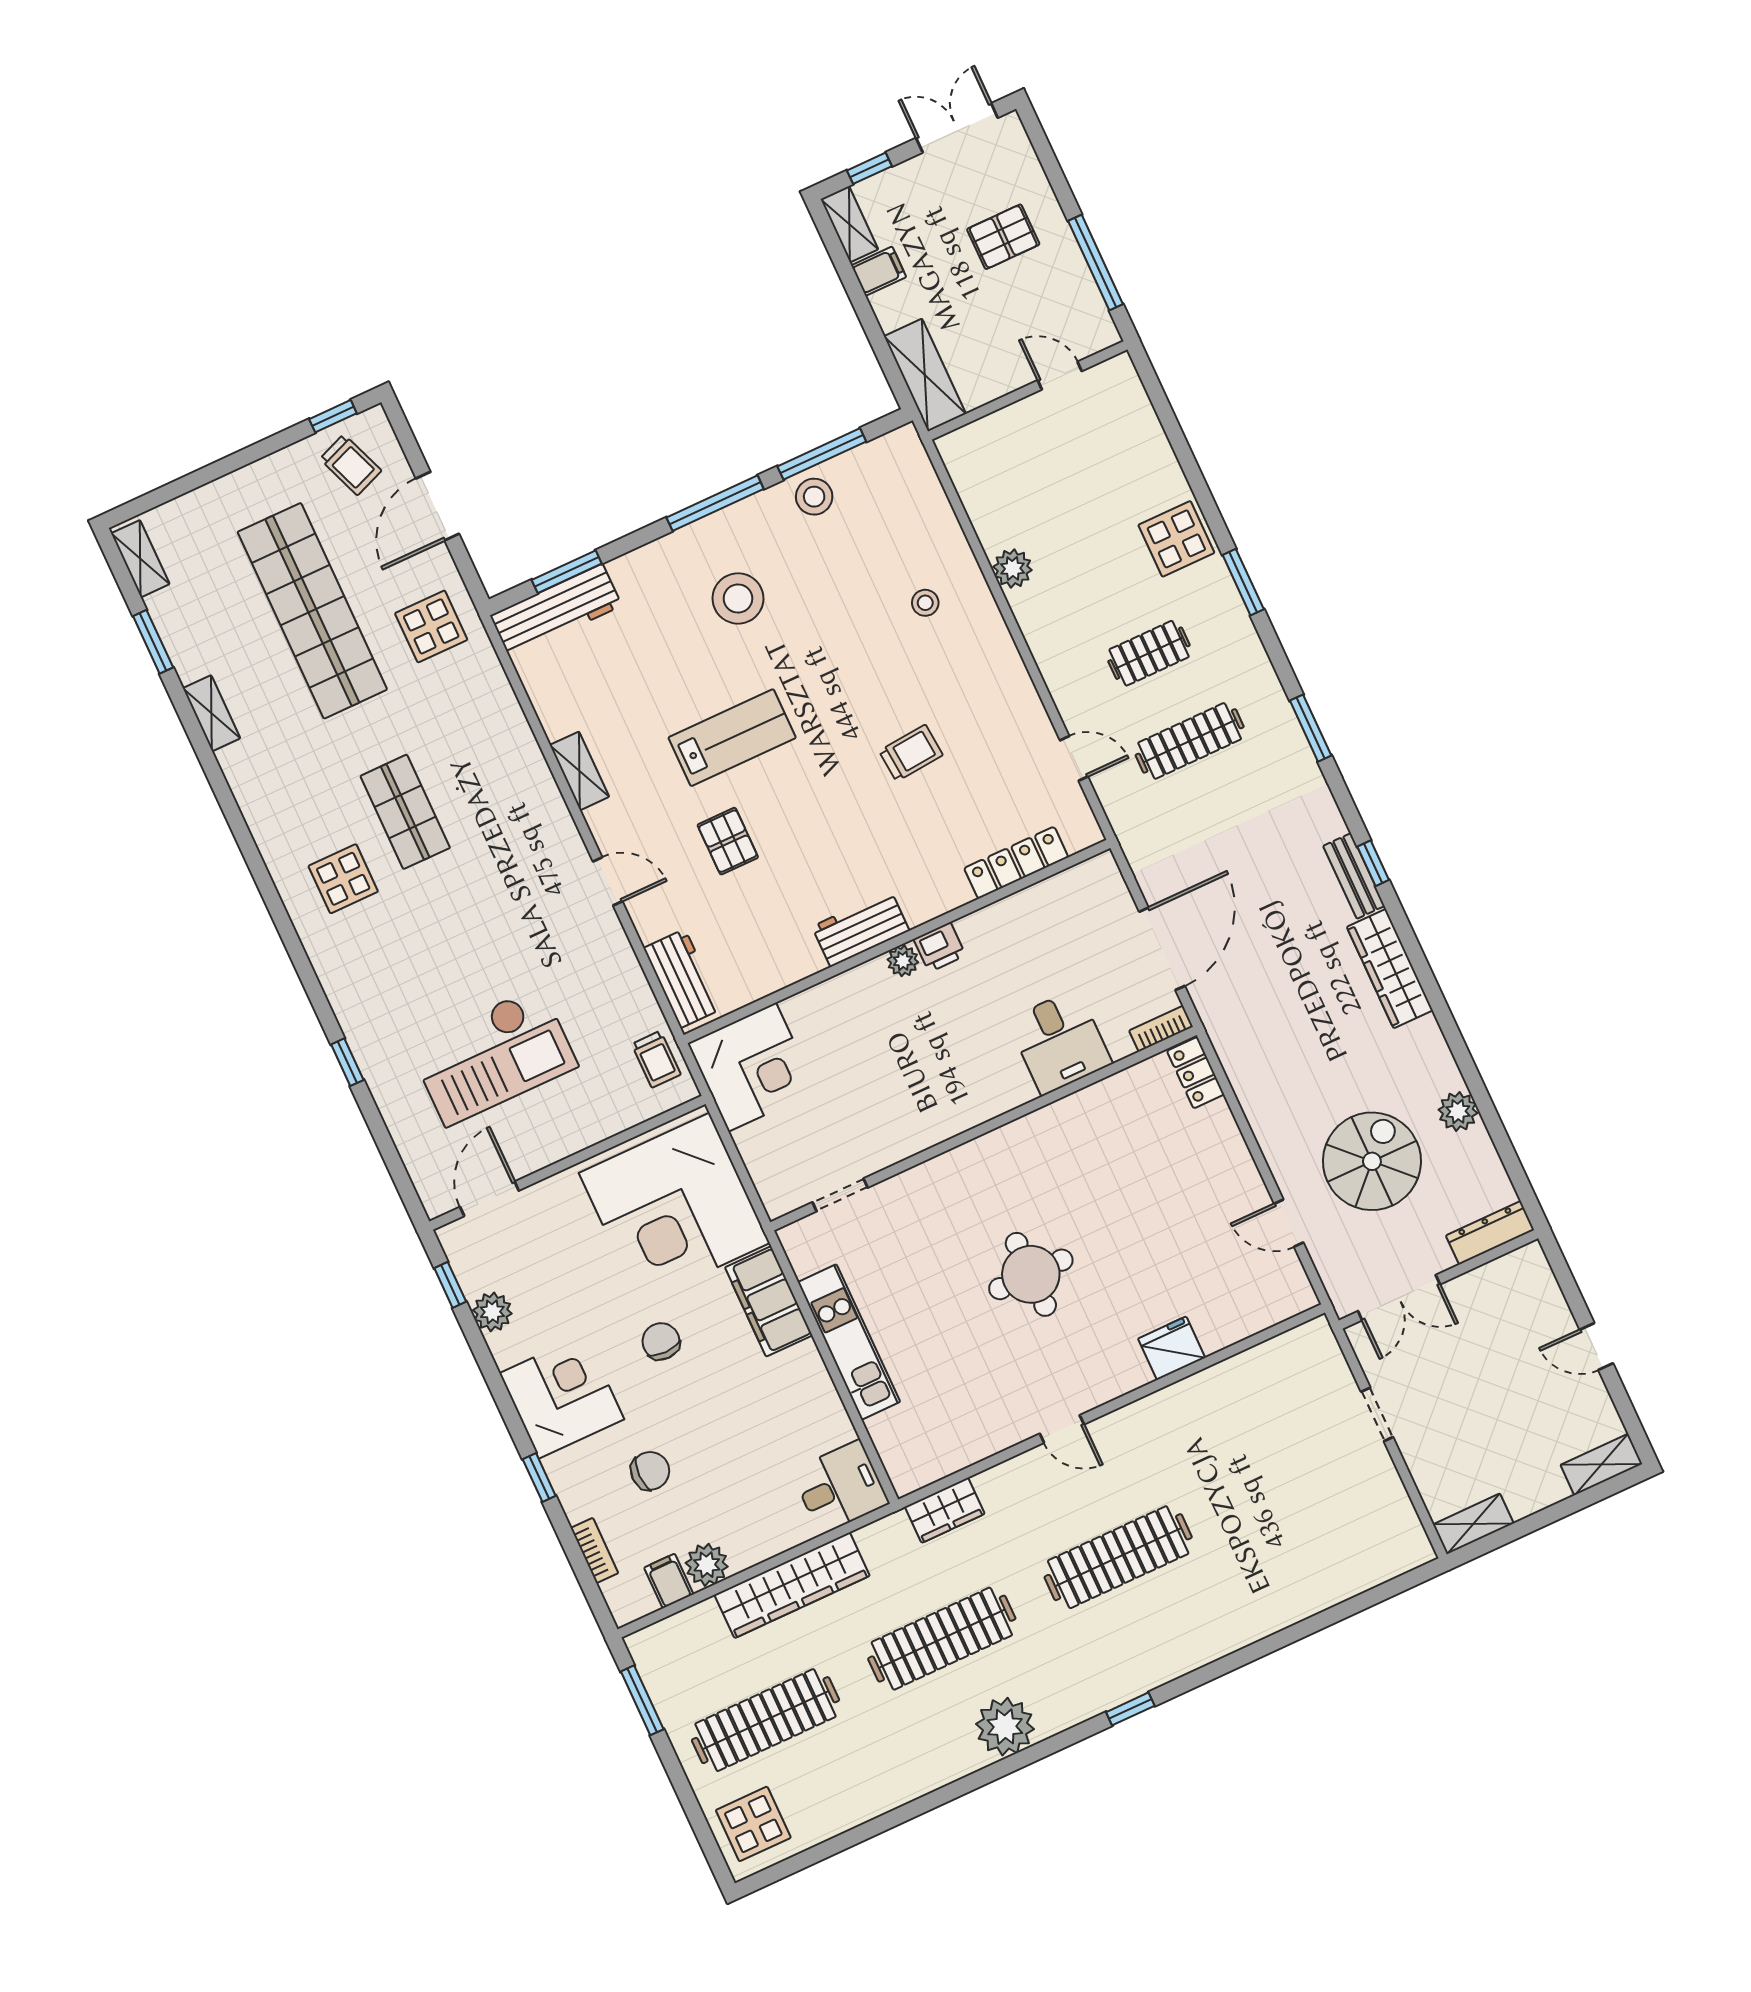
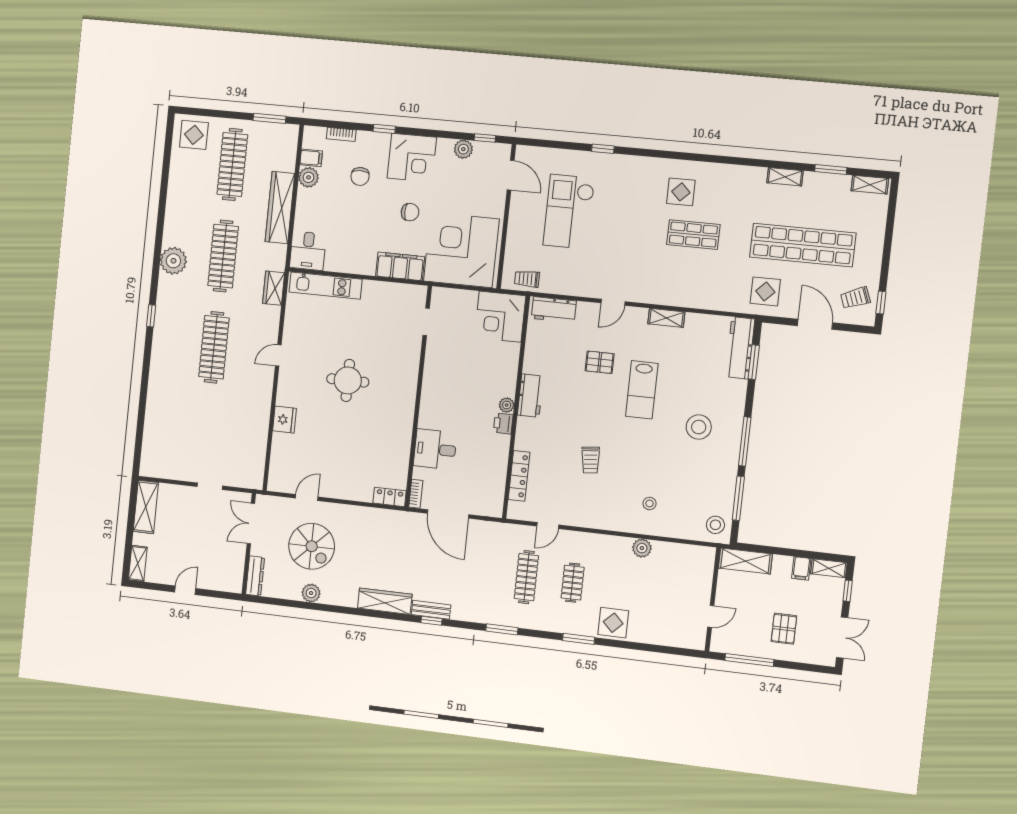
stool: (814, 497) -> (715, 525), moved
kitchen unit: (849, 1342) -> (326, 286), moved
shelving: (1473, 1524) -> (146, 507), width x1.50, depth x1.33

